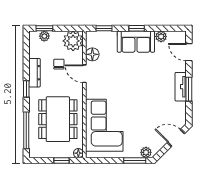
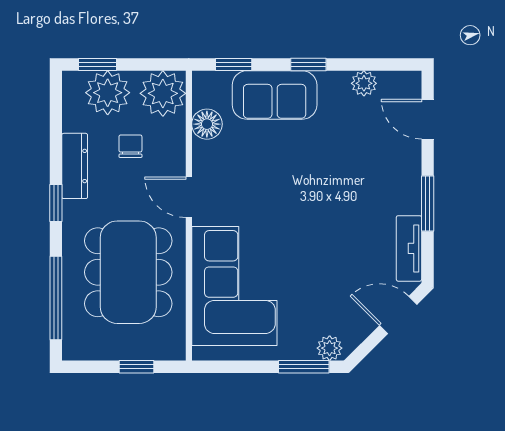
plant: (44, 36) -> (108, 93), width x1.87, depth x1.87
sofa: (136, 42) -> (275, 95), moved
door: (84, 74) -> (189, 197), moved
tv unit: (181, 87) -> (409, 248), moved
floor lamp: (78, 153) -> (175, 350), removed

